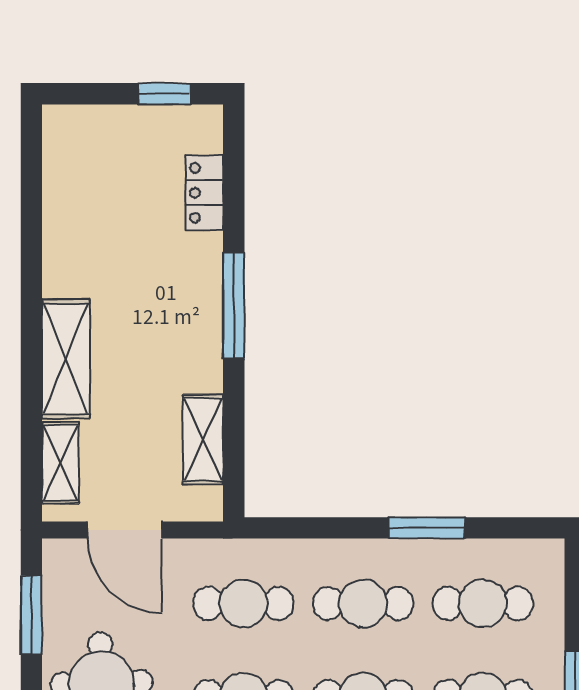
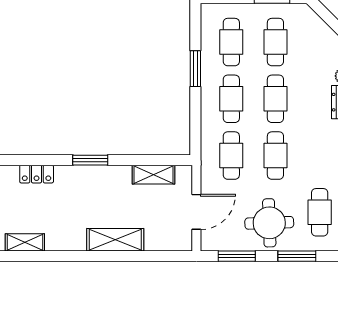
window: (234, 306) -> (90, 160), width x0.69
shelving: (60, 463) -> (25, 242), moved

